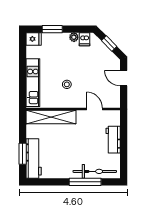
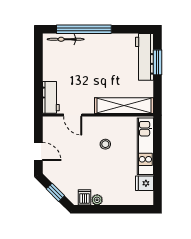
window: (52, 29) -> (123, 209), removed
fridge: (34, 39) -> (144, 183), moved
workbench: (113, 140) -> (51, 97), moved
bicycle: (95, 171) -> (66, 39), width x0.73, depth x0.71
window: (85, 182) -> (84, 29), width x1.46

